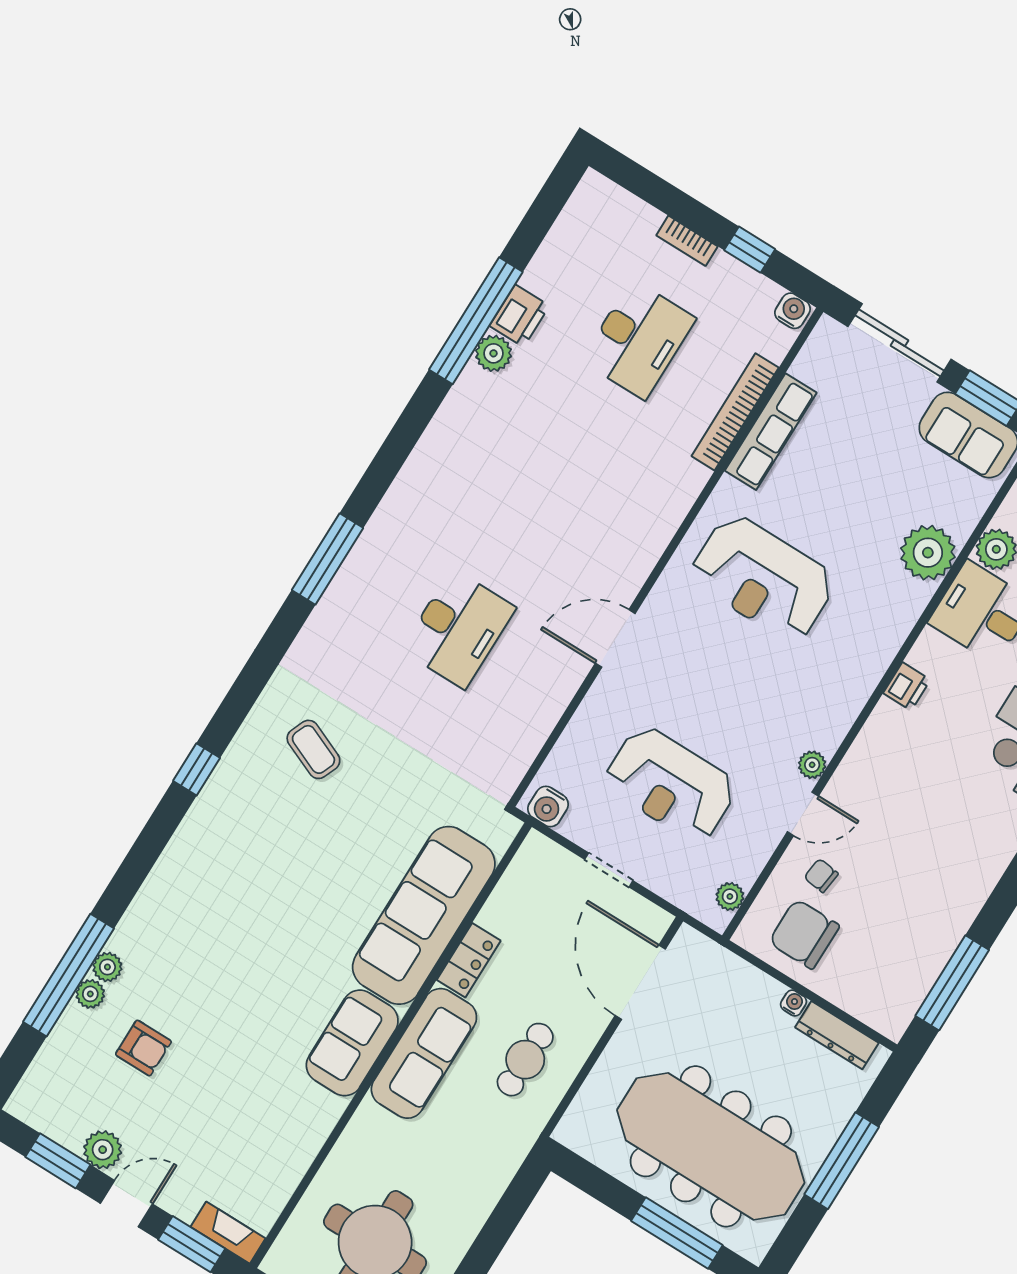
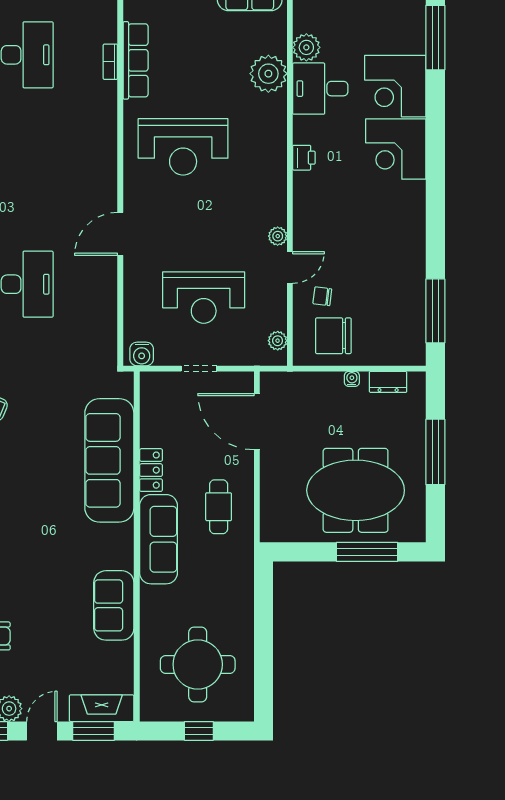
bookcase: (735, 412) -> (110, 62), width x0.43, depth x0.76
dresser: (837, 1035) -> (388, 382), width x0.70
sofa: (352, 1043) -> (114, 605), moved
meeting table: (711, 1146) -> (356, 490), width x0.73
fireplace: (228, 1233) -> (102, 708), width x1.37, depth x1.32

